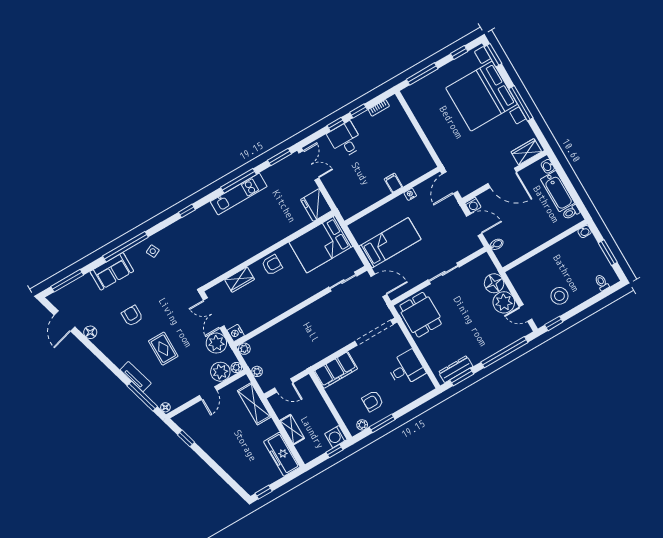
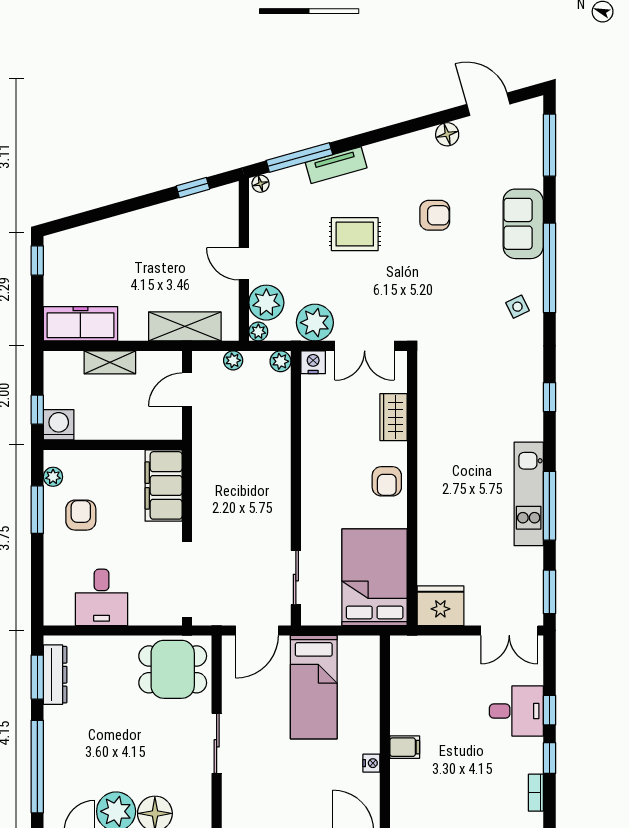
double door: (214, 313) -> (365, 346), swing flipped

